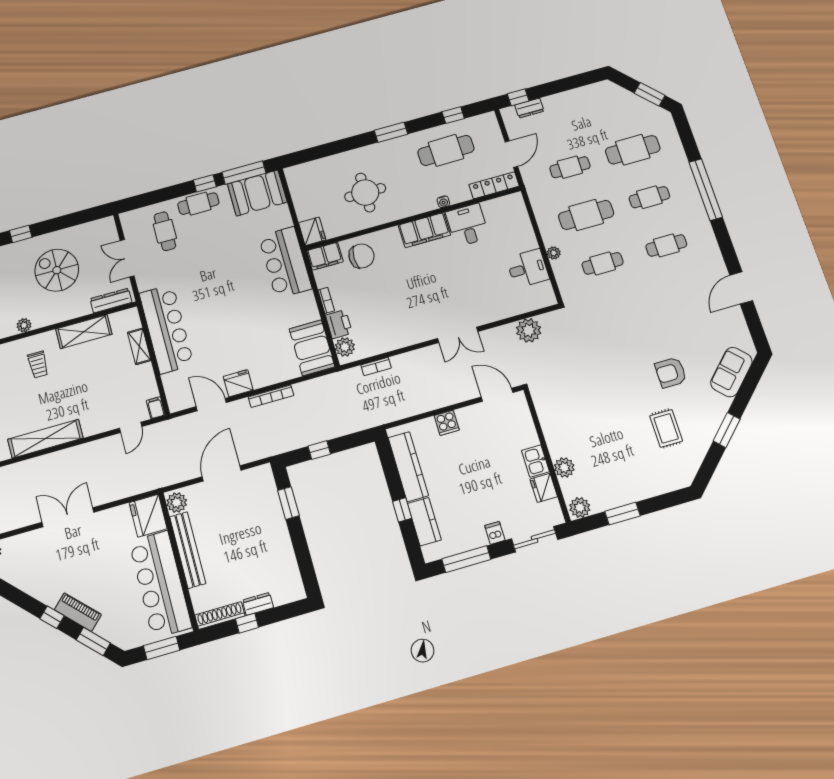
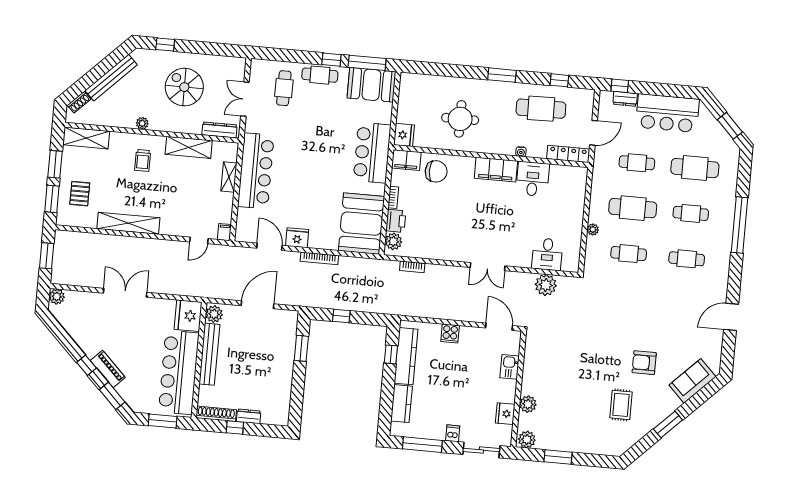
bar counter: (580, 106) -> (667, 113), added
desk: (528, 268) -> (547, 254), moved, turned 90
booth: (312, 348) -> (361, 224), width x1.36, depth x1.42
kitchen sink: (535, 461) -> (510, 367), moved
window: (402, 510) -> (391, 354), moved

